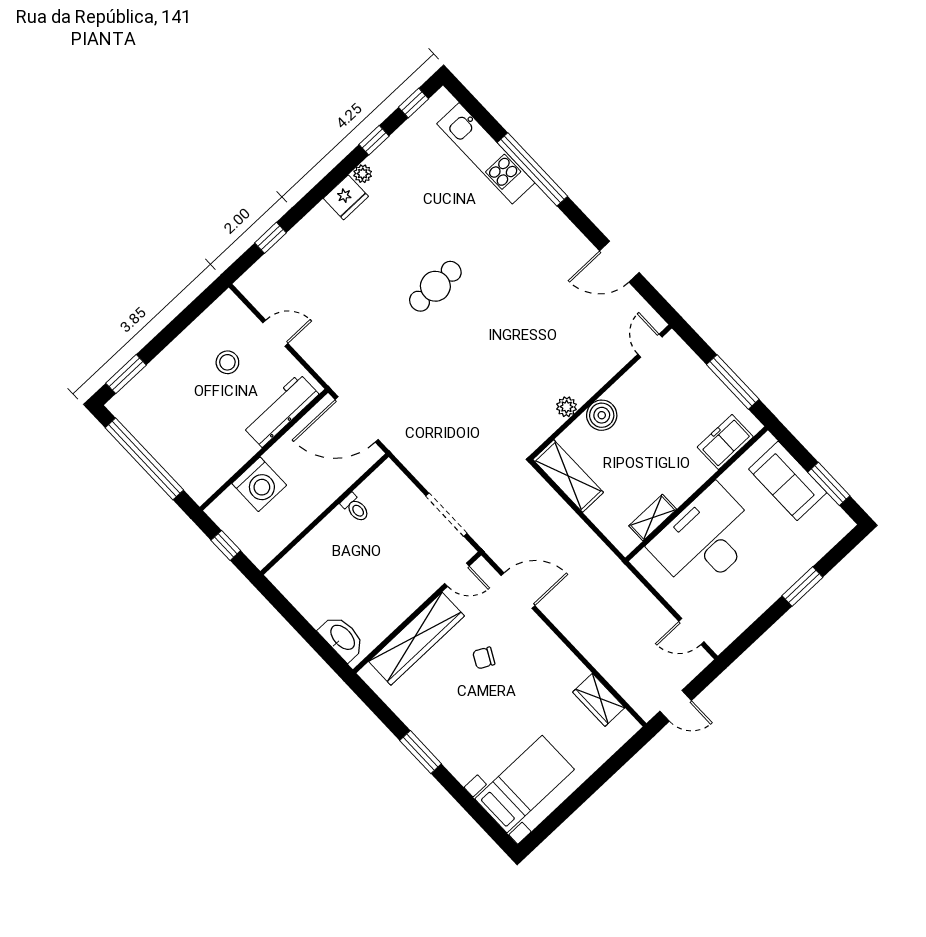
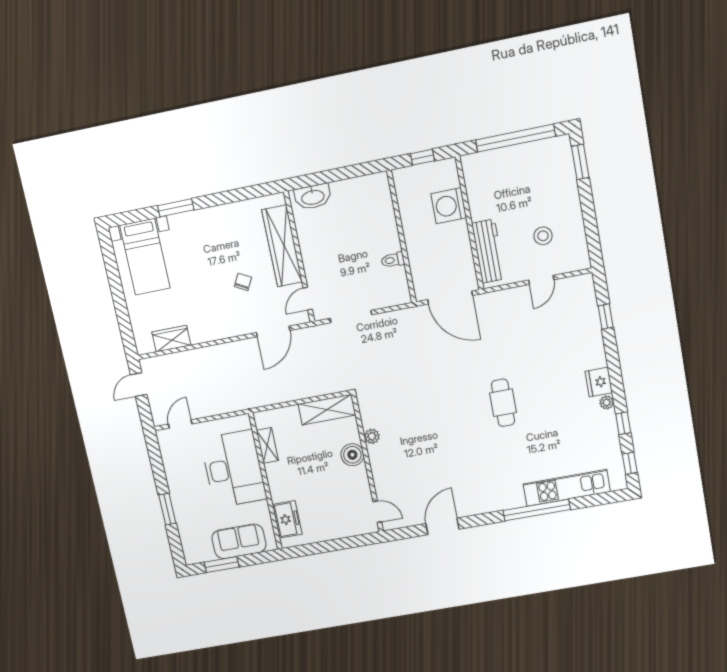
window: (733, 382) -> (322, 547), removed
door: (357, 419) -> (450, 297), swing flipped
window: (421, 752) -> (176, 208), moved

